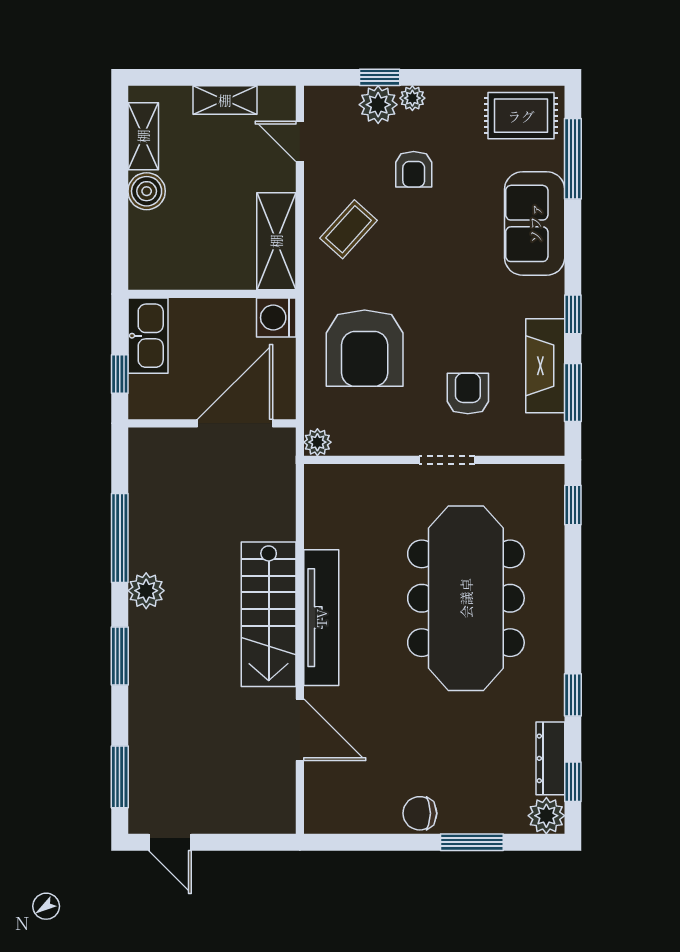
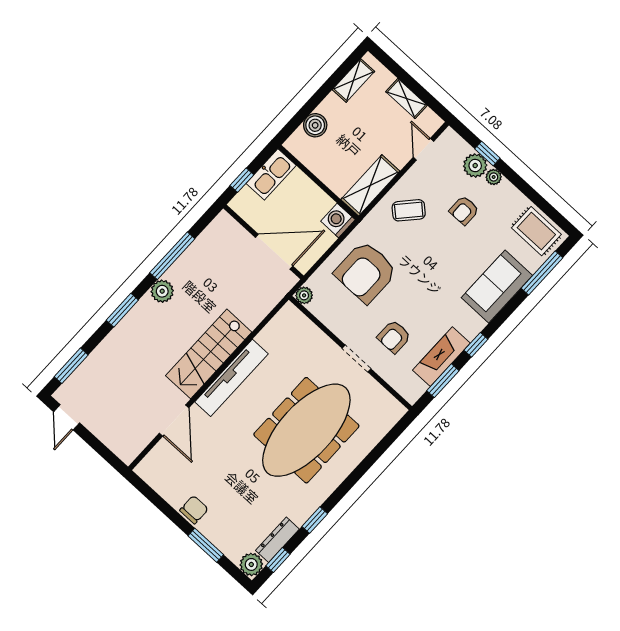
boiler: (147, 191) -> (315, 125), moved
armchair: (468, 394) -> (394, 337), turned 180
window: (573, 505) -> (395, 433), removed
chair: (420, 813) -> (194, 510), turned 90

